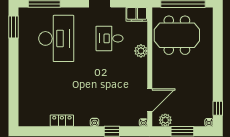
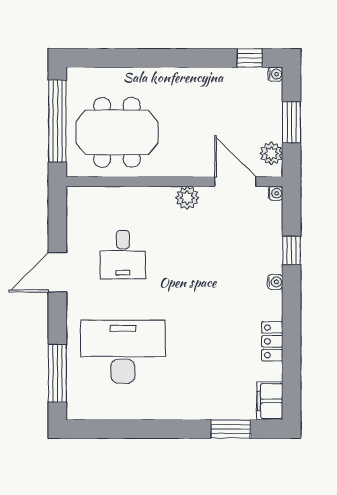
filing cabinet: (137, 14) -> (270, 401), moved, turned 180
window: (14, 27) -> (231, 429), moved
meeting table: (177, 35) -> (117, 132), turned 90
plant: (141, 51) -> (187, 198), moved

